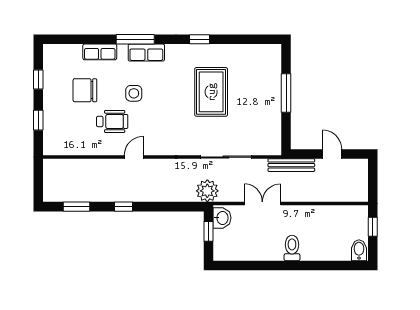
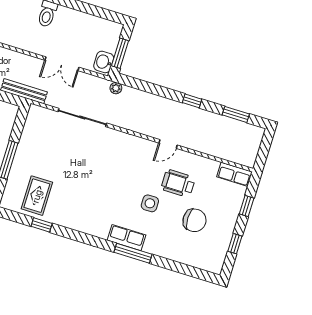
window: (199, 39) -> (42, 225), moved
row of seats: (100, 52) -> (235, 174), moved, turned 180
rug: (211, 92) -> (37, 196), moved, width x0.73, depth x0.70
plant: (207, 191) -> (116, 88), width x0.53, depth x0.53
window: (209, 231) -> (120, 53), width x1.50

